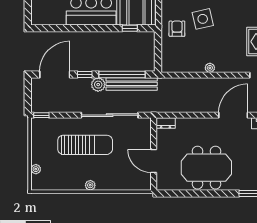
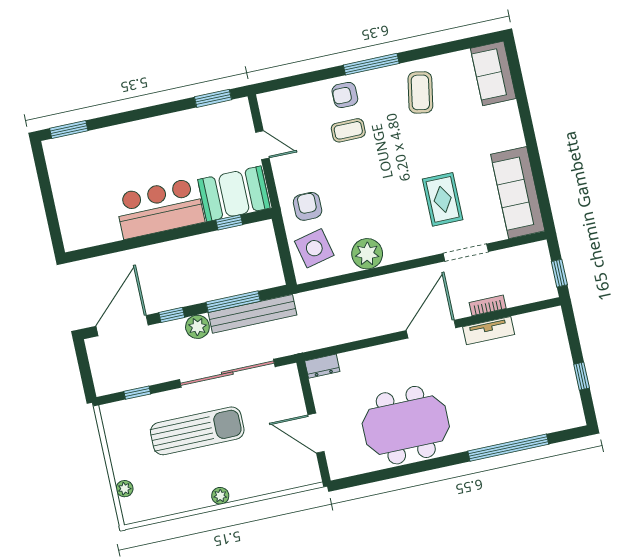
side table: (203, 19) -> (314, 248), moved
plant: (210, 68) -> (367, 254), width x1.87, depth x1.87
window: (122, 74) -> (233, 302), width x0.68
window: (41, 115) -> (137, 393), moved

